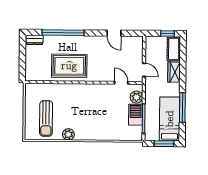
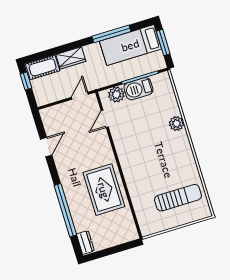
plant: (68, 134) -> (176, 124), moved

